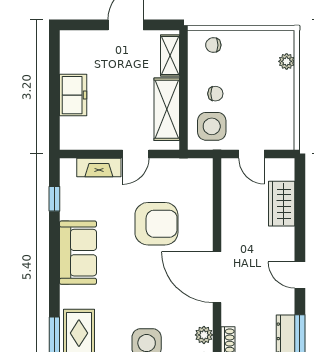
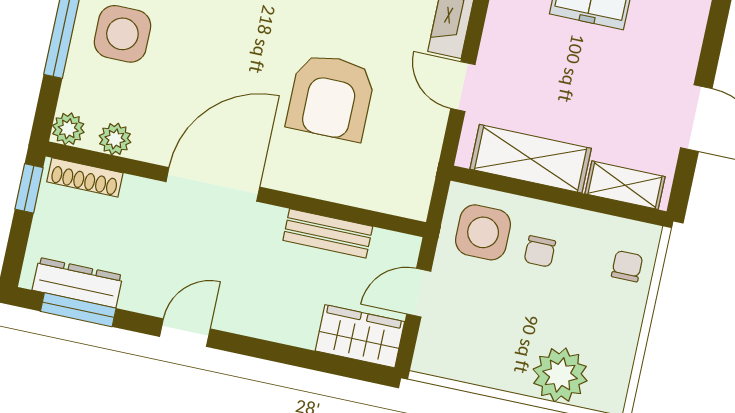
plant: (287, 61) -> (560, 375), width x1.88, depth x1.88
wardrobe: (282, 204) -> (360, 336), moved
bench: (230, 210) -> (328, 233), added

